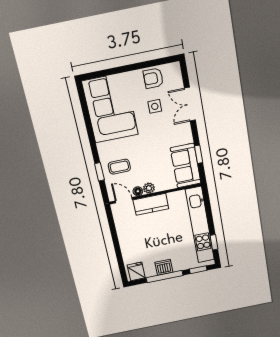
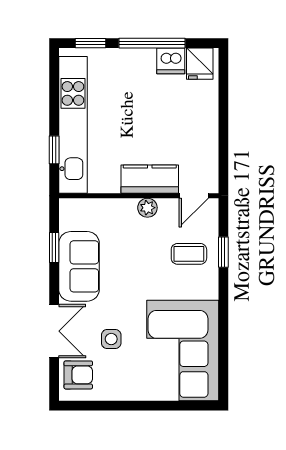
armchair: (153, 78) -> (78, 375), moved
sofa: (186, 166) -> (79, 266), moved
floor lamp: (138, 191) -> (167, 206), removed
door: (124, 200) -> (194, 196), hinge flipped
window: (214, 242) -> (54, 150), moved
dishwasher: (164, 267) -> (171, 61), moved

